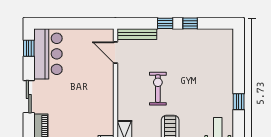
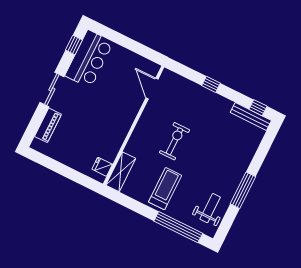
window: (190, 23) -> (258, 108), moved
bench: (137, 34) -> (251, 116), moved
window: (239, 102) -> (243, 190), width x2.17

